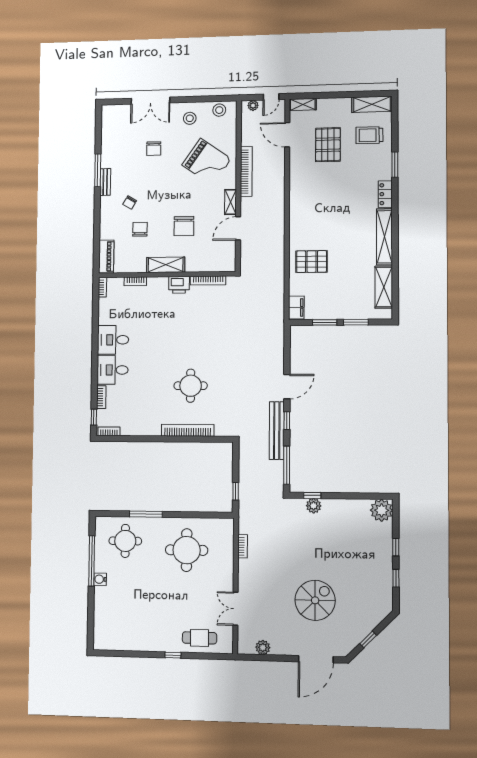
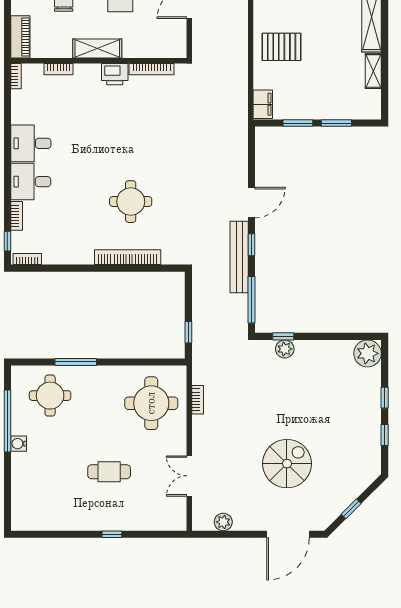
shelving: (384, 287) -> (373, 71), width x0.67, depth x0.75
round table: (187, 550) -> (151, 403), moved
cafe table: (200, 638) -> (109, 472), moved

